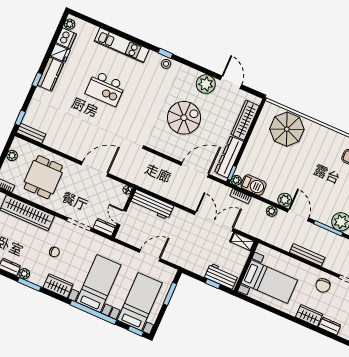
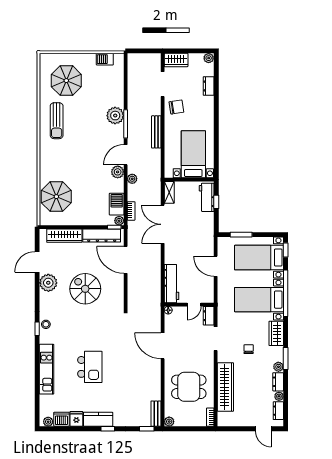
plant: (12, 155) -> (169, 422), moved
wardrobe: (309, 316) -> (207, 108), removed

